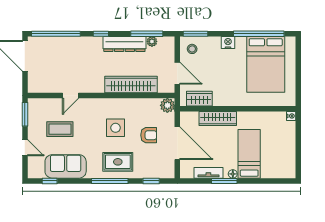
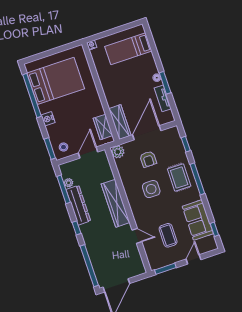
wardrobe: (131, 84) -> (116, 203), moved
wardrobe: (218, 118) -> (120, 122), moved
armchair: (149, 135) -> (148, 159), turned 180
bed: (249, 154) -> (128, 49), moved

